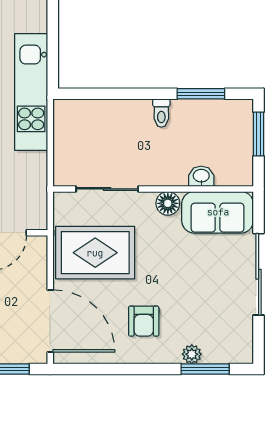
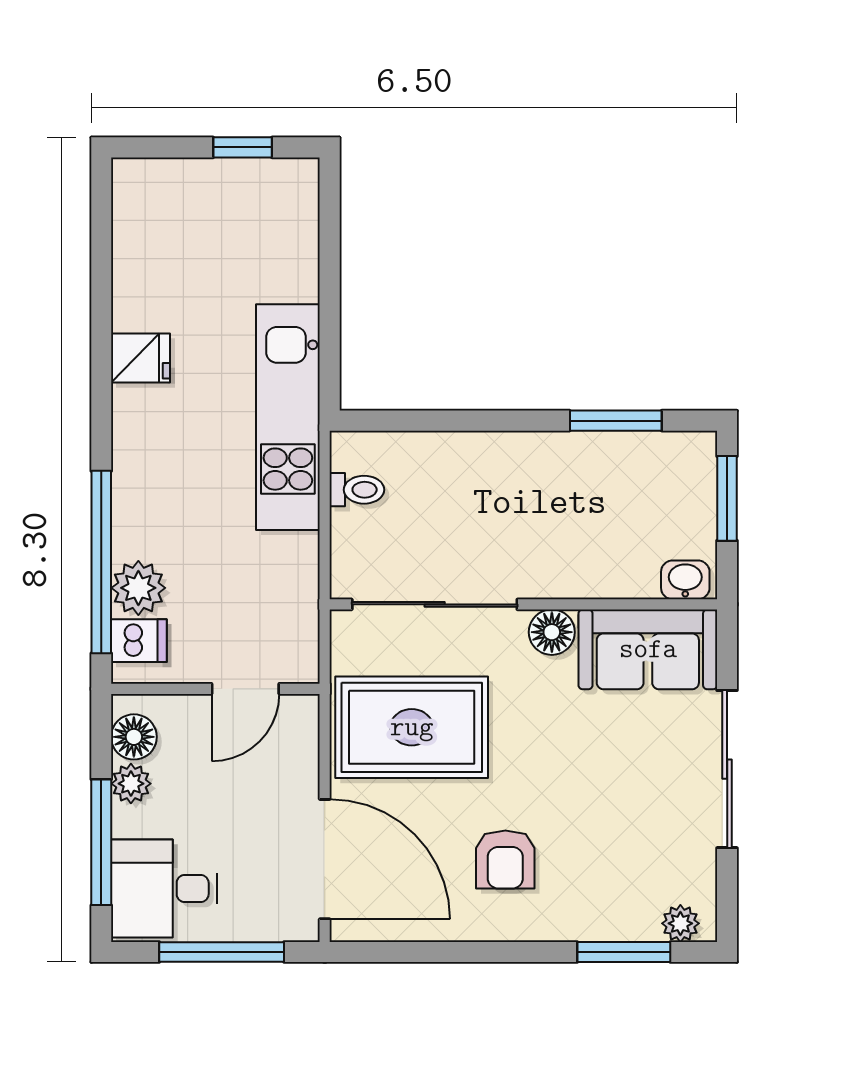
toilet: (161, 113) -> (357, 490), moved, turned -90
washbasin: (201, 176) -> (685, 580), moved
sliding door: (107, 189) -> (435, 604), width x1.37
plant: (192, 354) -> (680, 923), moved

